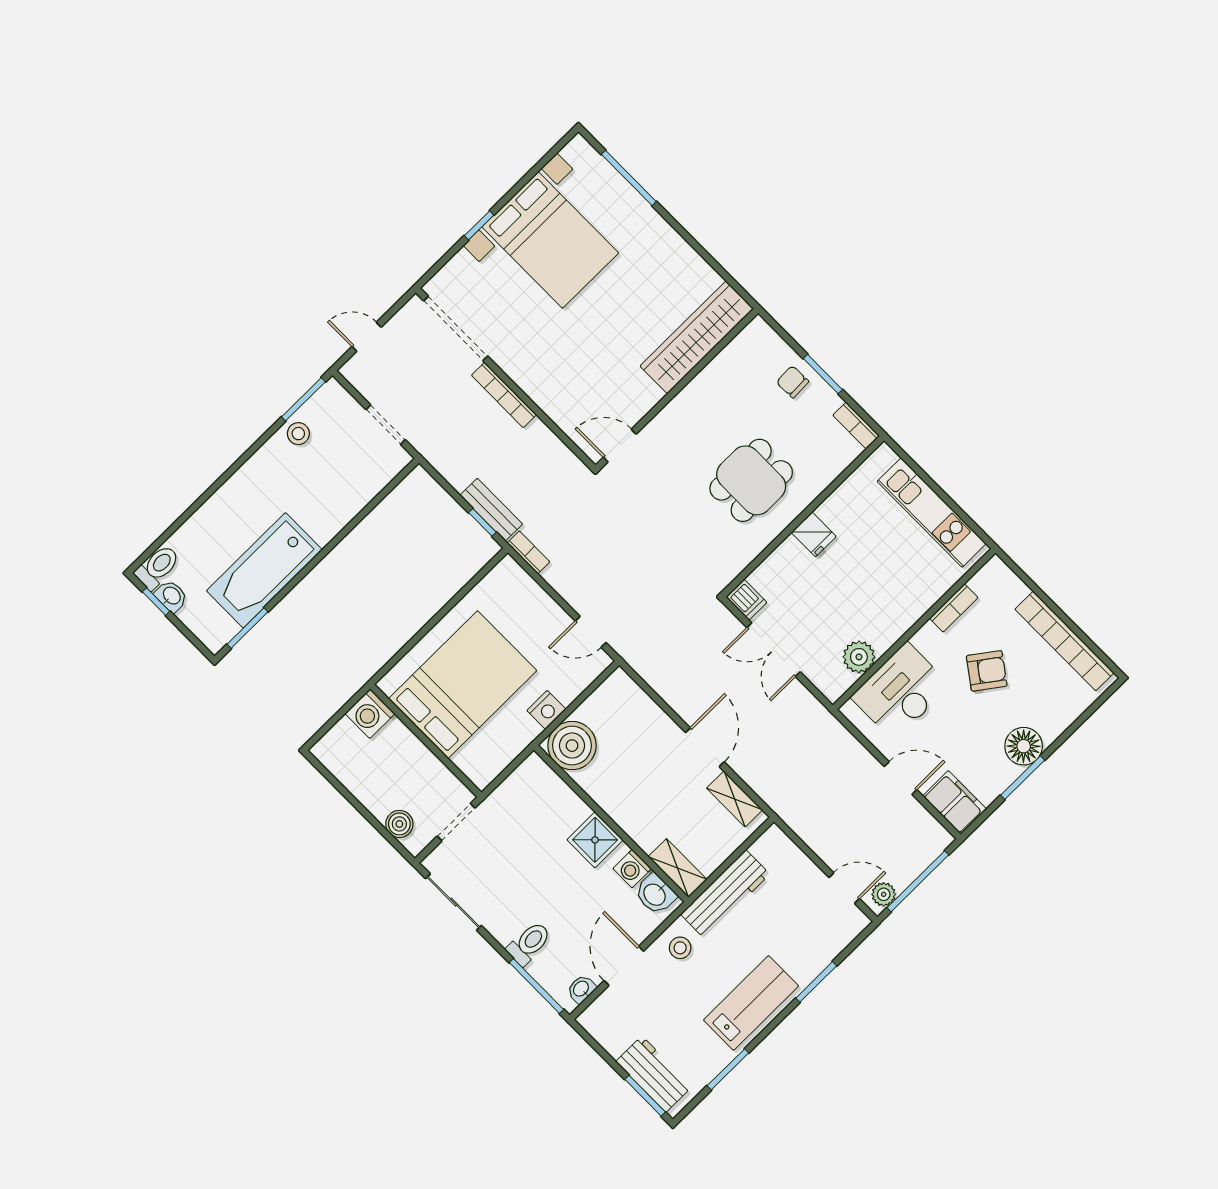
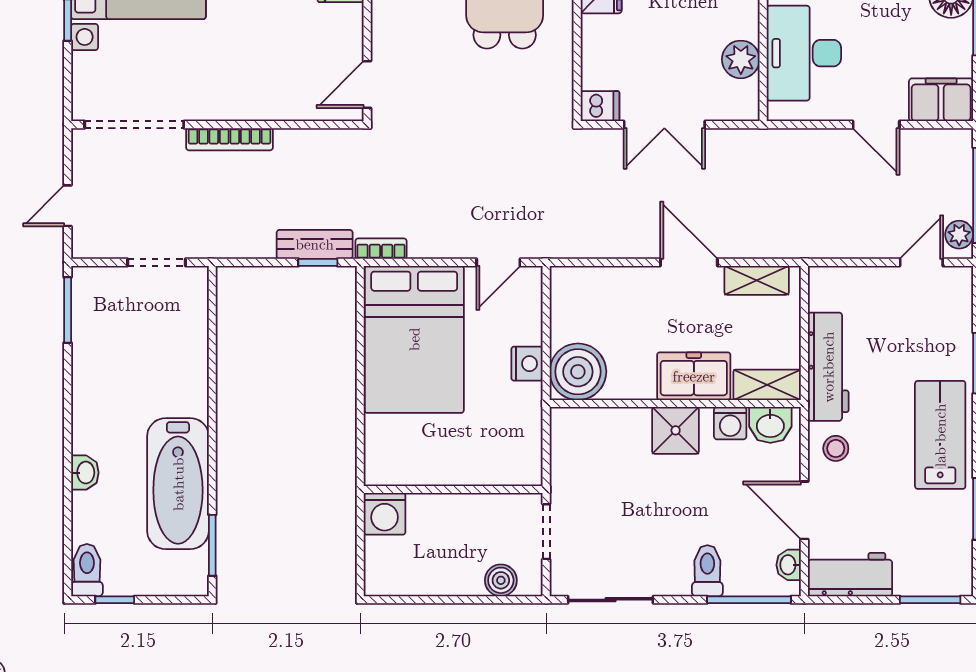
stool: (298, 434) -> (92, 342), removed
washbasin: (171, 596) -> (85, 473), moved, turned 90
bed: (463, 685) -> (414, 339), moved, turned 180
door: (901, 778) -> (876, 125), swing flipped
freezer: (639, 818) -> (694, 376), added
workbench: (654, 1074) -> (850, 575), moved

